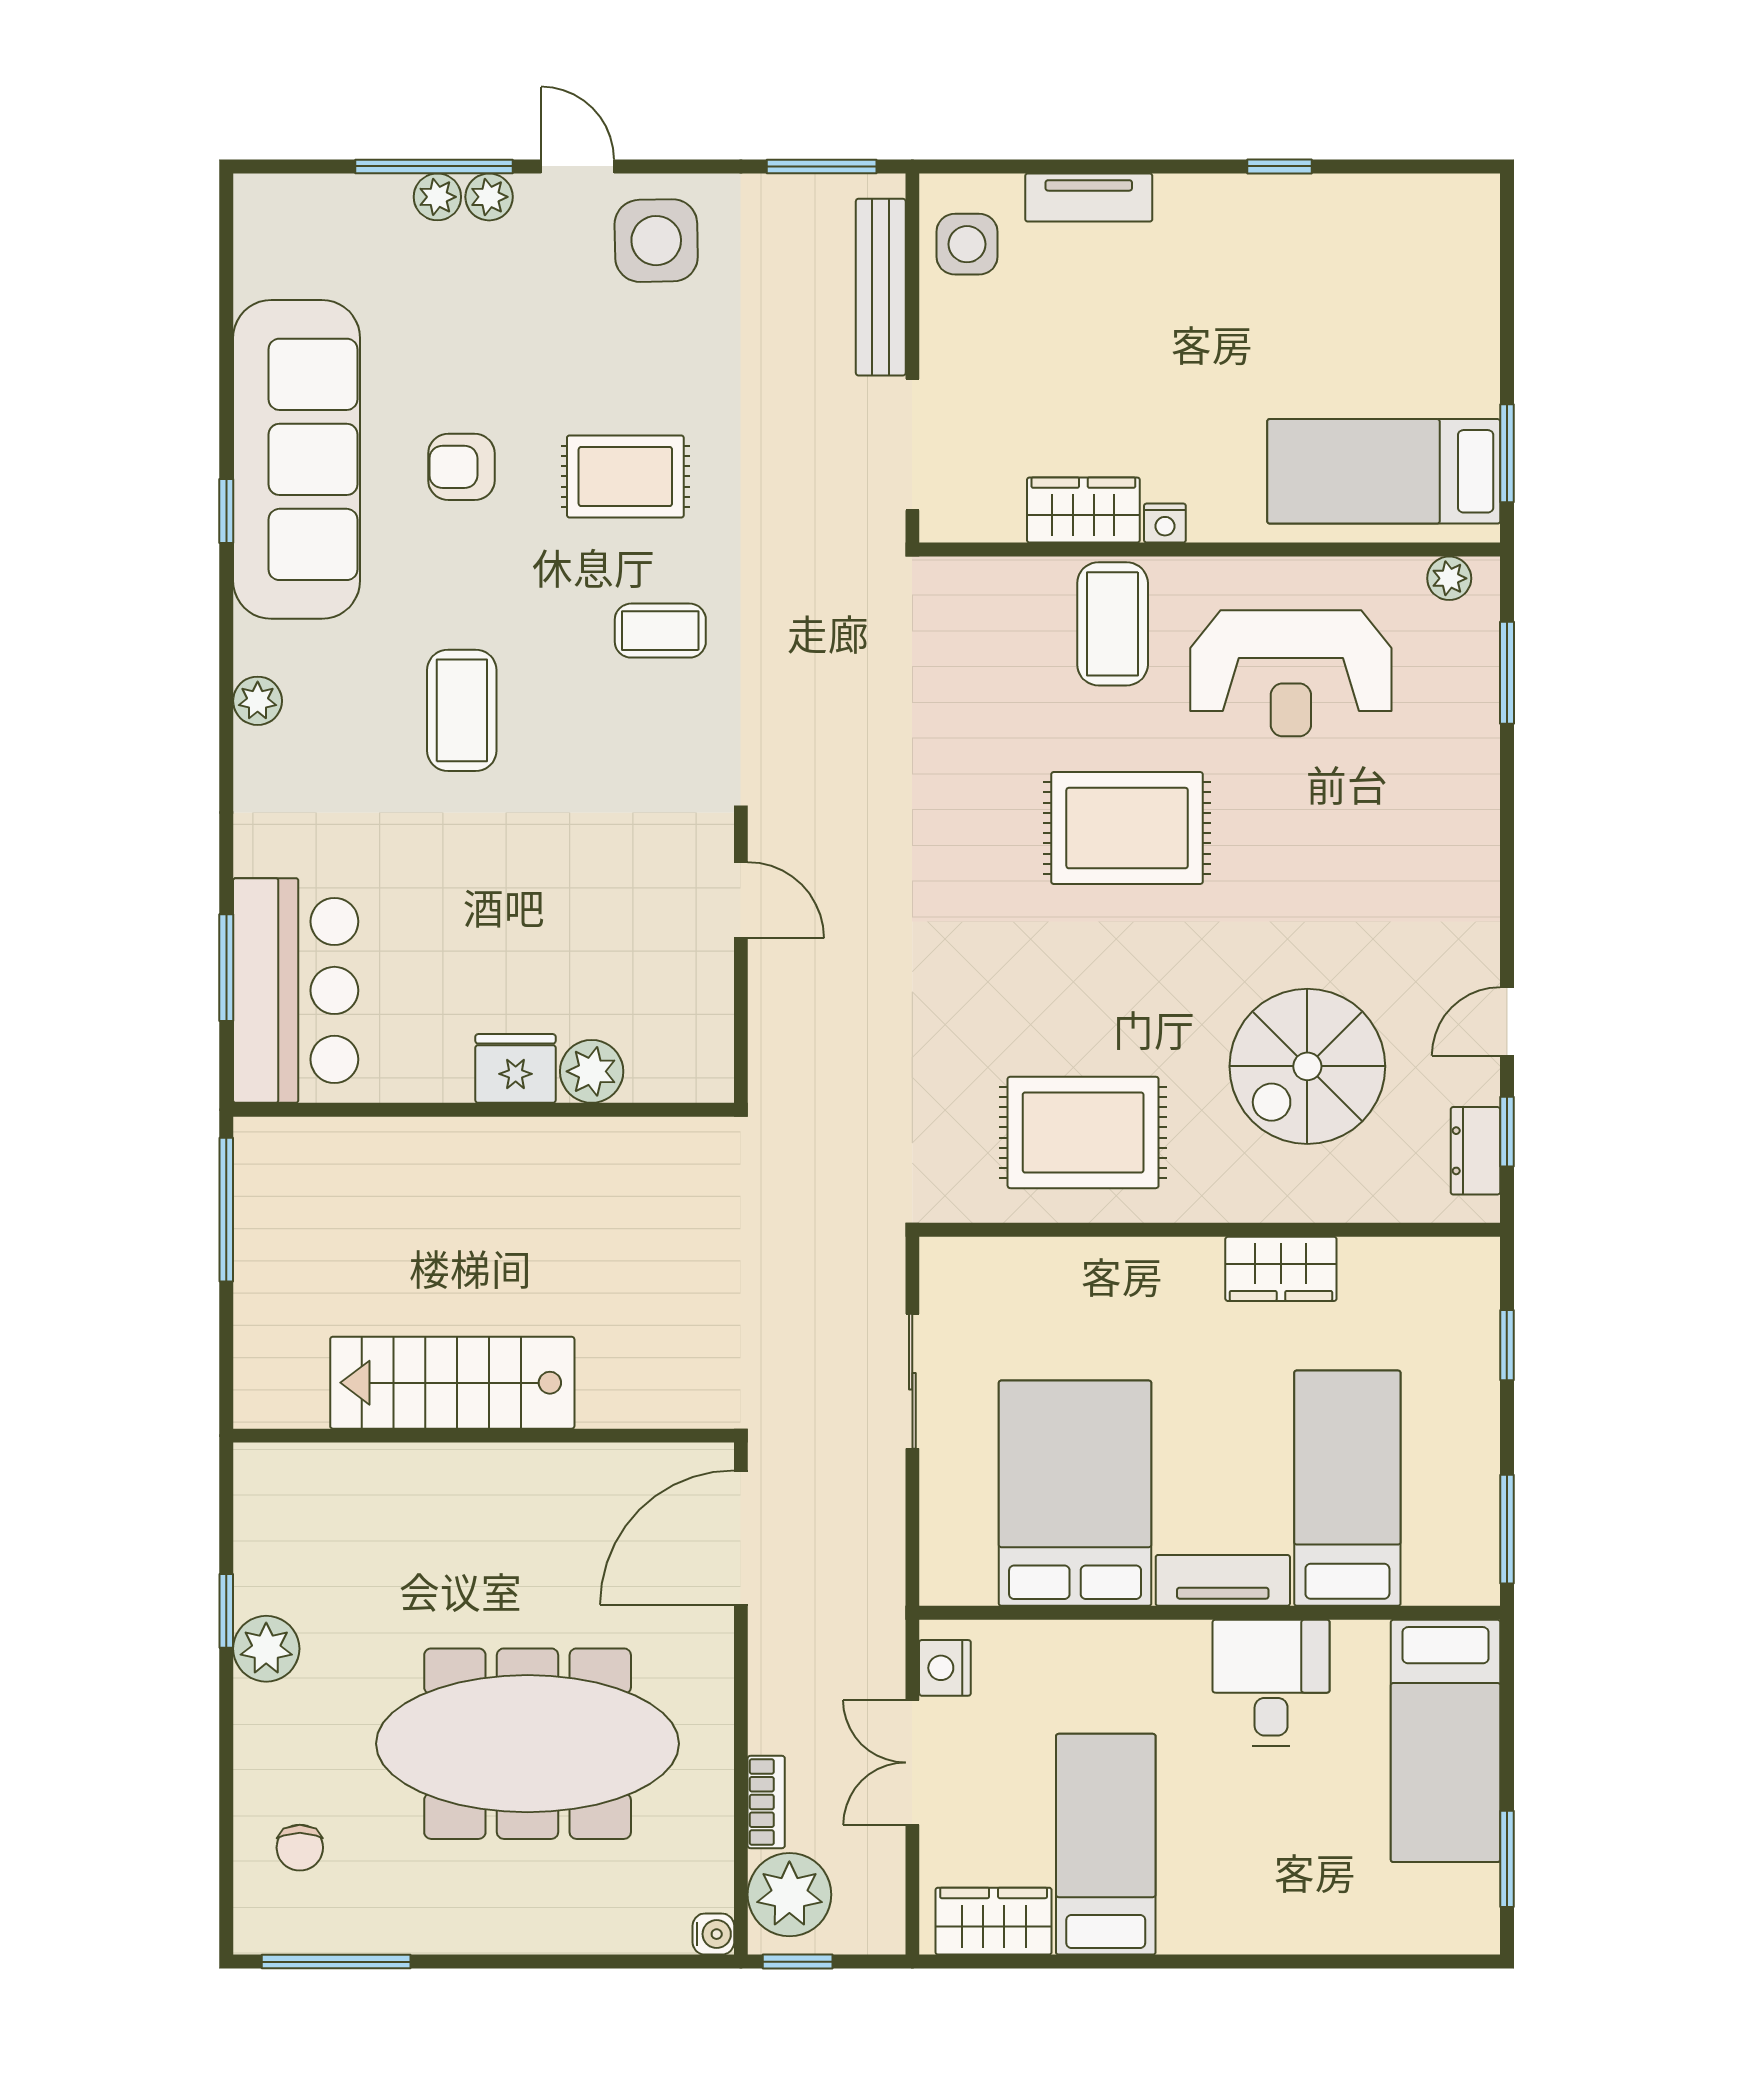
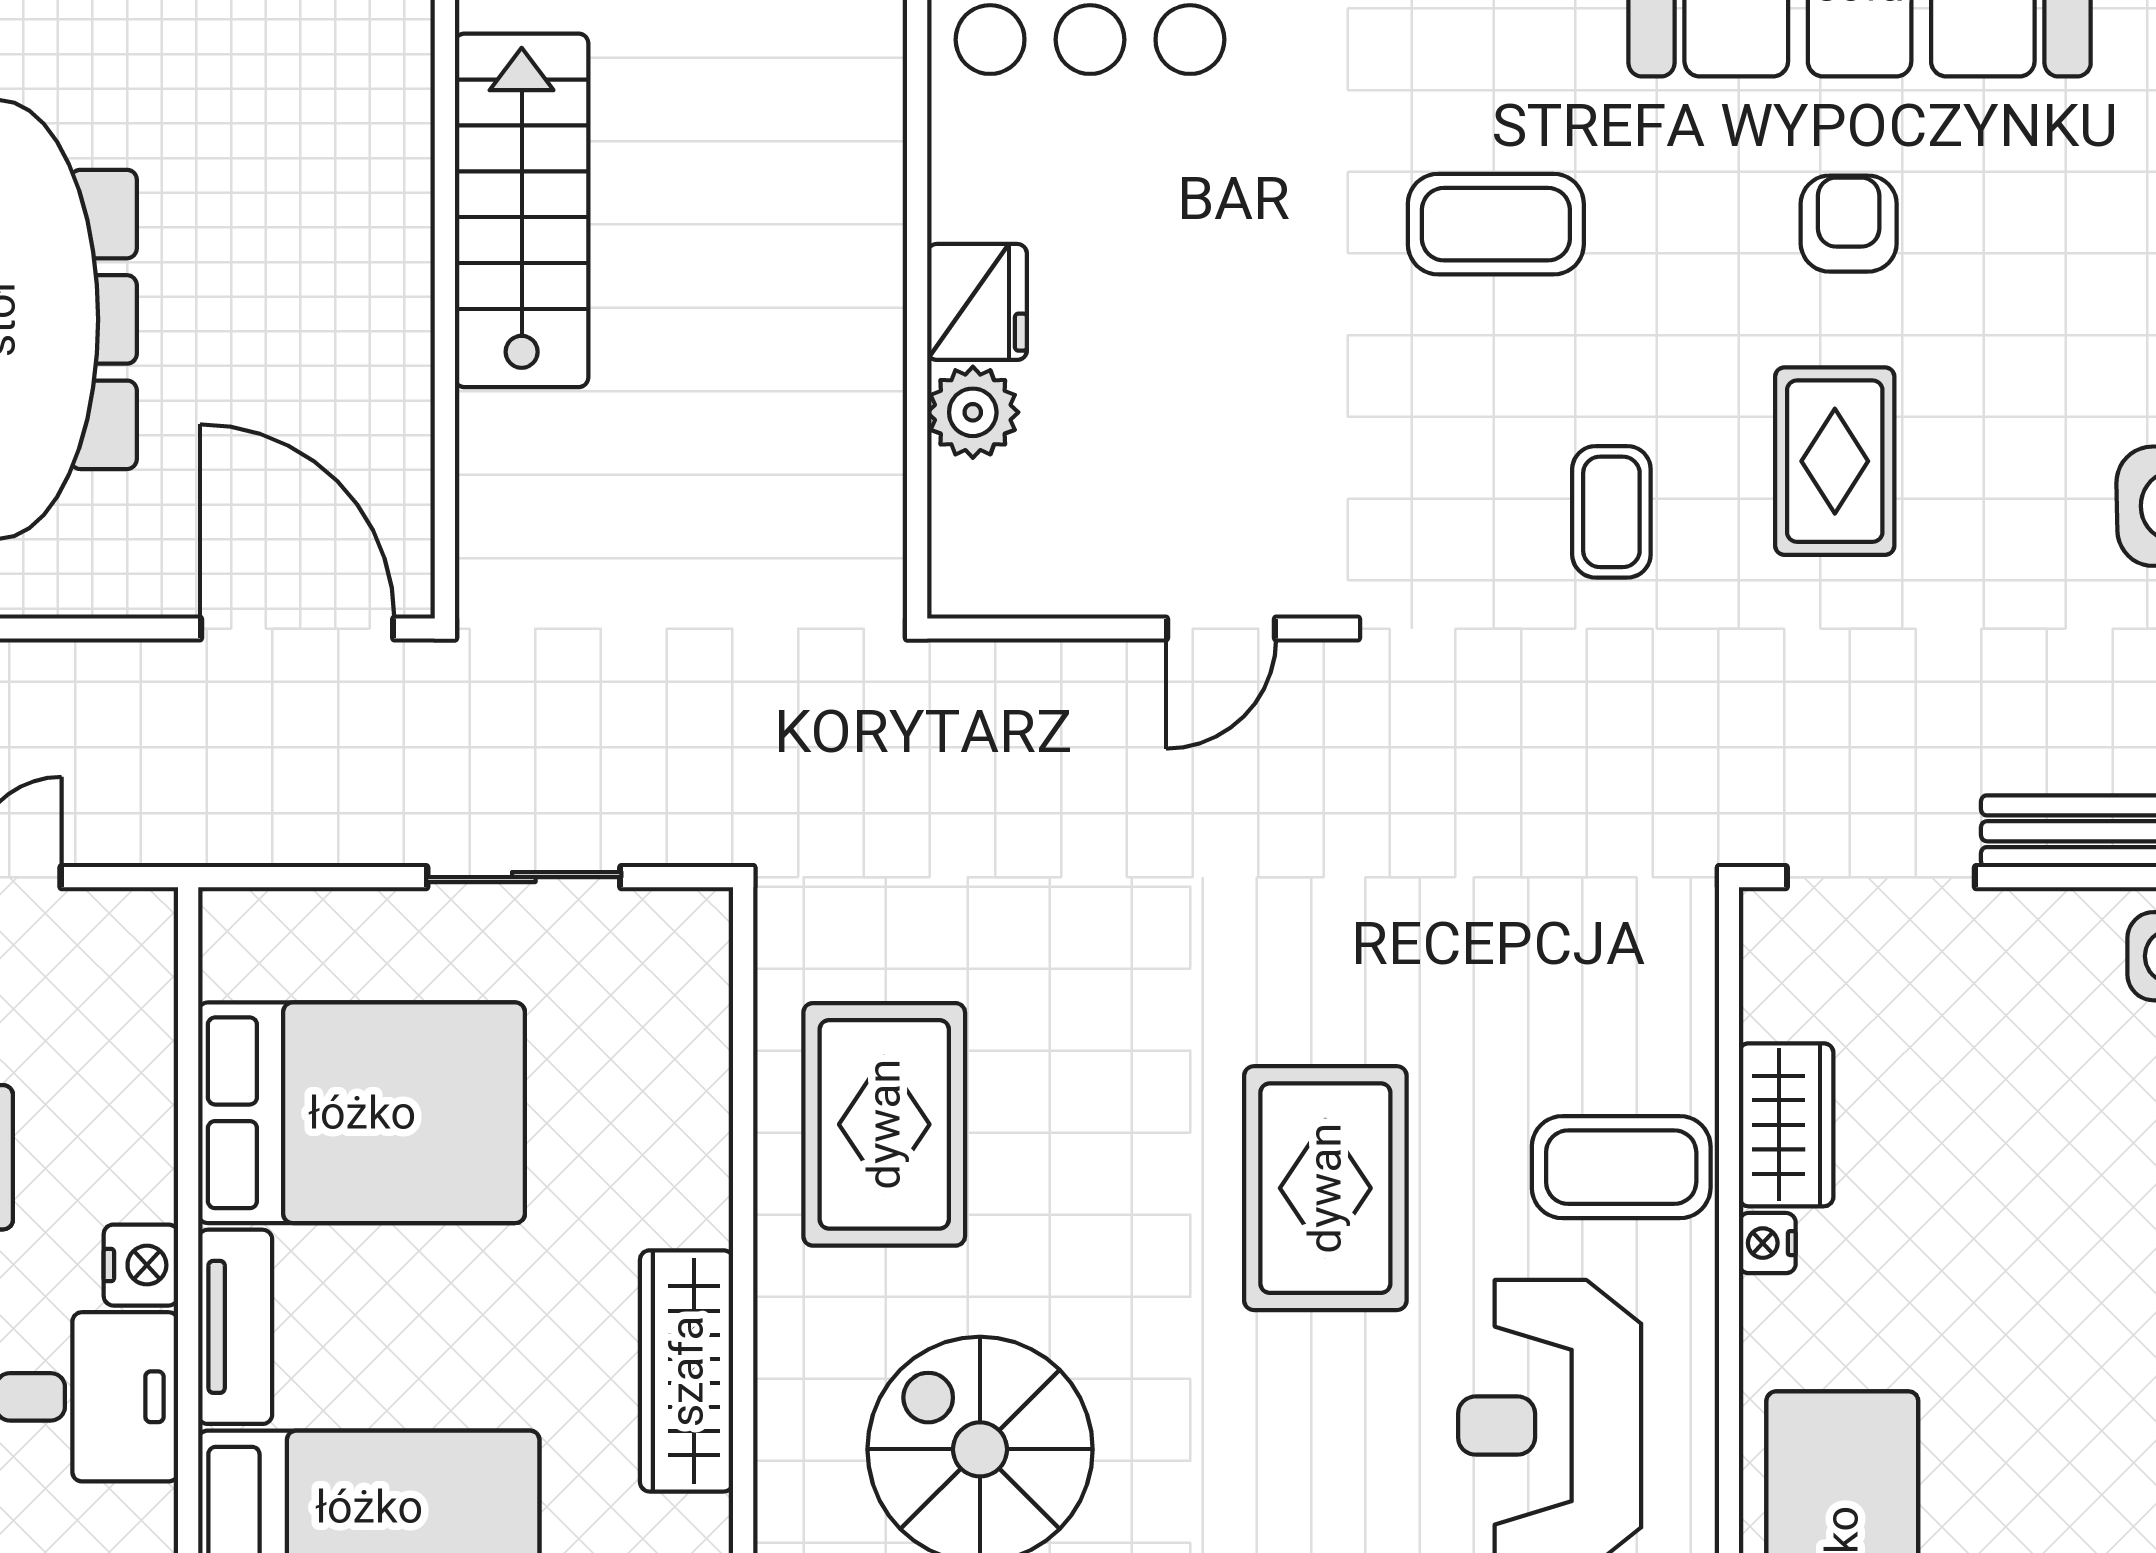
wardrobe: (1281, 1269) -> (687, 1371), width x1.50
nightstand: (945, 1668) -> (141, 1265), moved, turned 90

